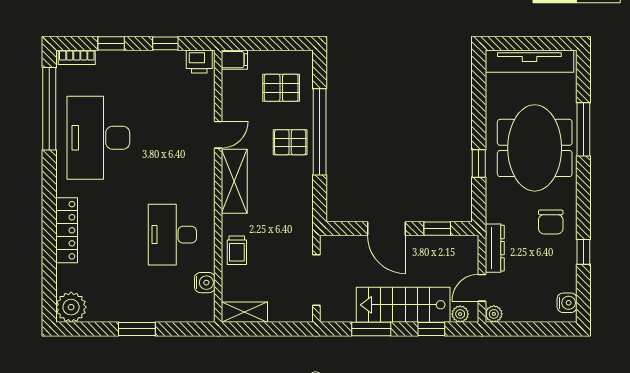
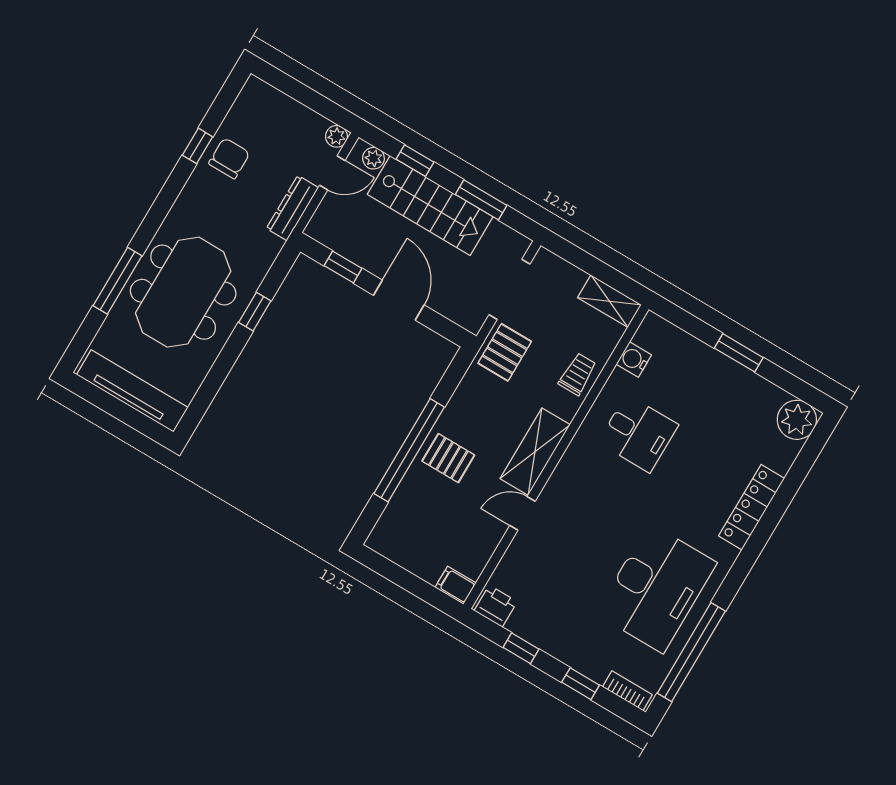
pallet: (281, 88) -> (505, 352), moved, turned 90
chair: (551, 222) -> (229, 158), moved
desk: (172, 235) -> (638, 433), width x0.73
water cooler: (567, 303) -> (249, 101), removed

